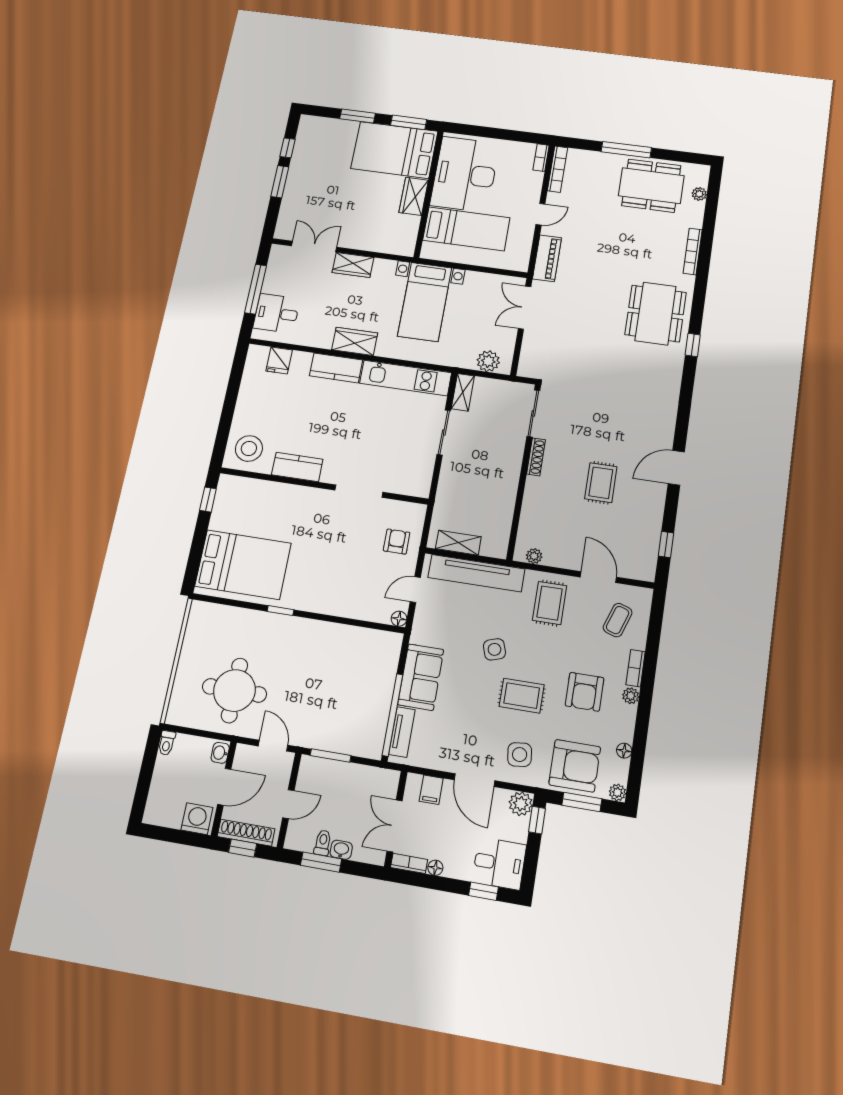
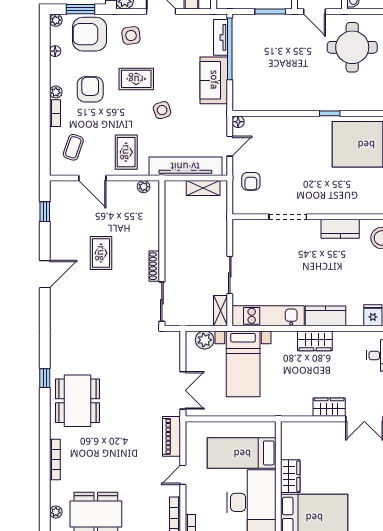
bed with nightstands: (425, 302) -> (243, 364), moved, turned 180

